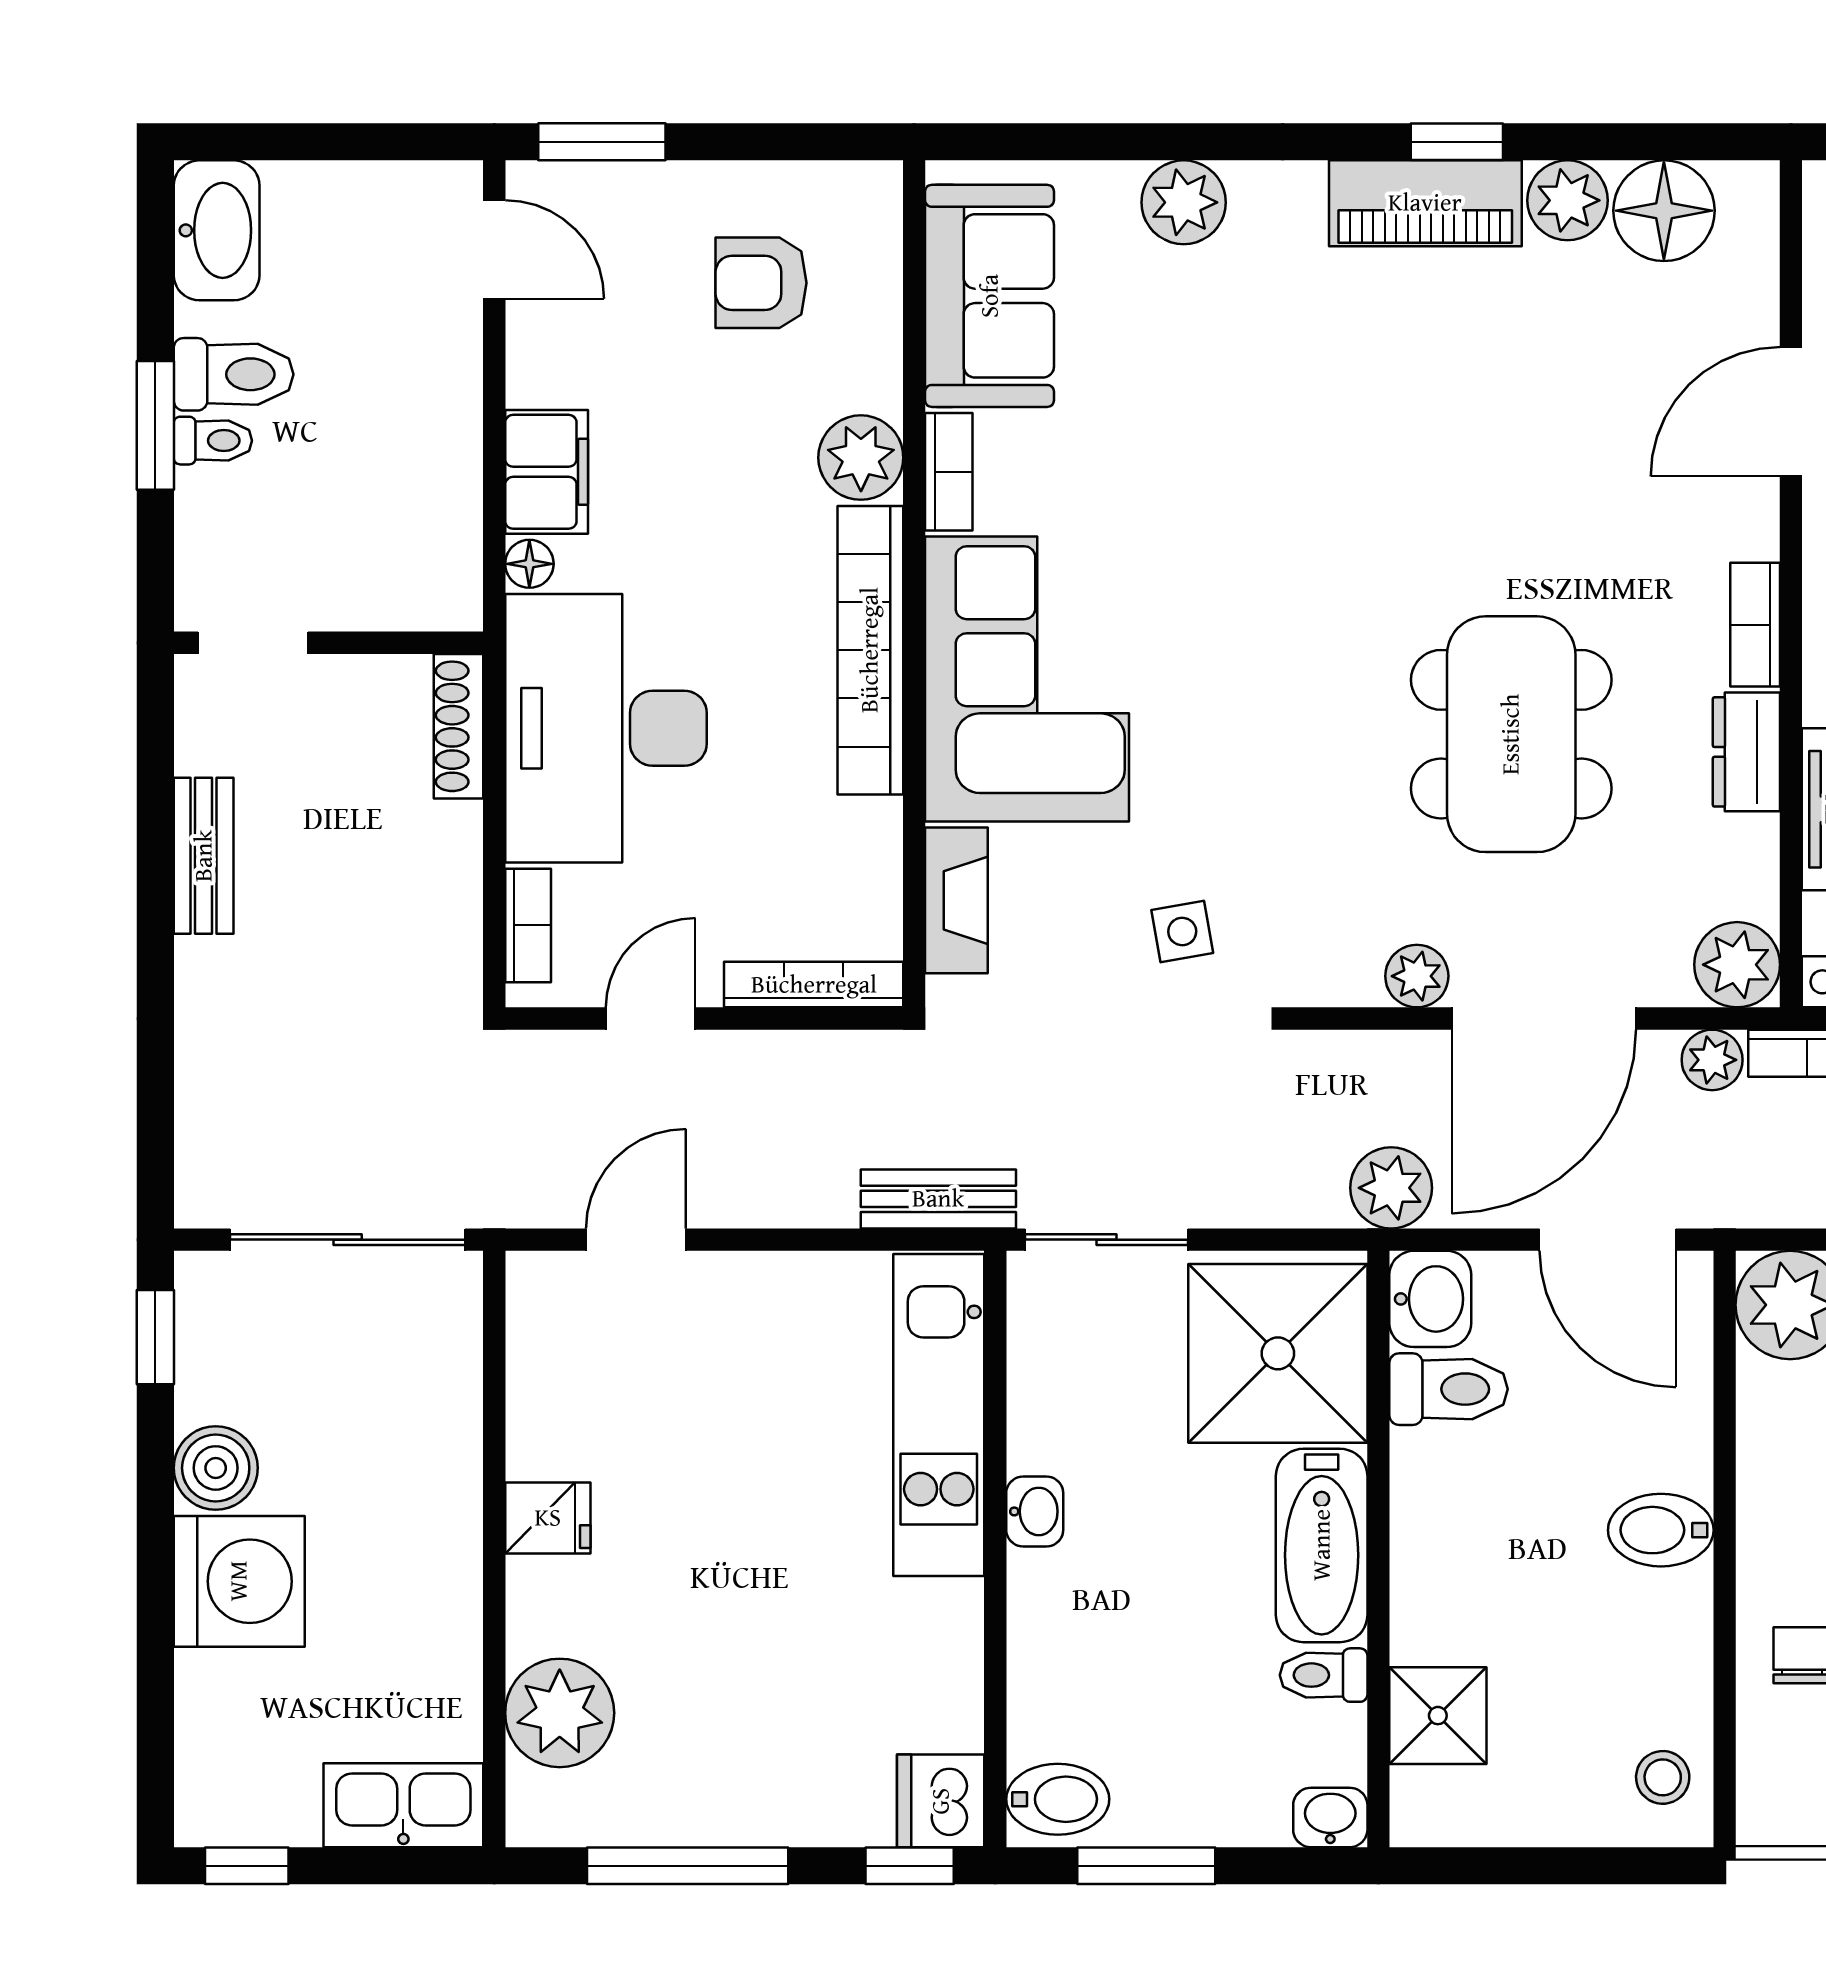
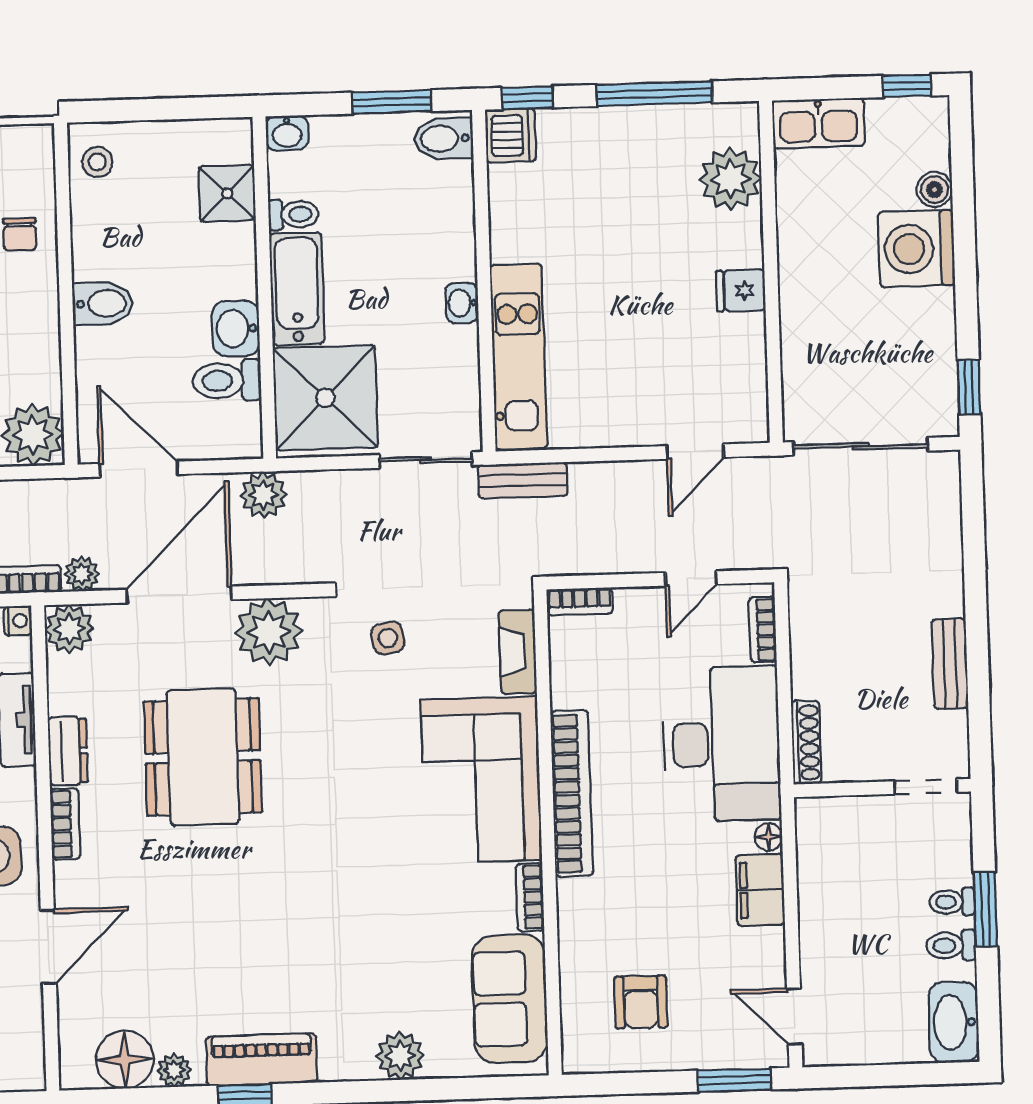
plant: (1568, 200) -> (174, 1070), width x0.73, depth x0.73
armchair: (761, 283) -> (641, 1002), turned 90
toilet: (234, 374) -> (951, 946), width x0.73, depth x0.72
plant: (861, 458) -> (581, 904), removed
plant: (1417, 976) -> (269, 632), width x1.87, depth x1.87
bookcase: (814, 985) -> (580, 601), width x0.64
washbasin: (1430, 1299) -> (236, 329), moved
boiler: (216, 1468) -> (935, 189), moved, width x0.73, depth x0.73

